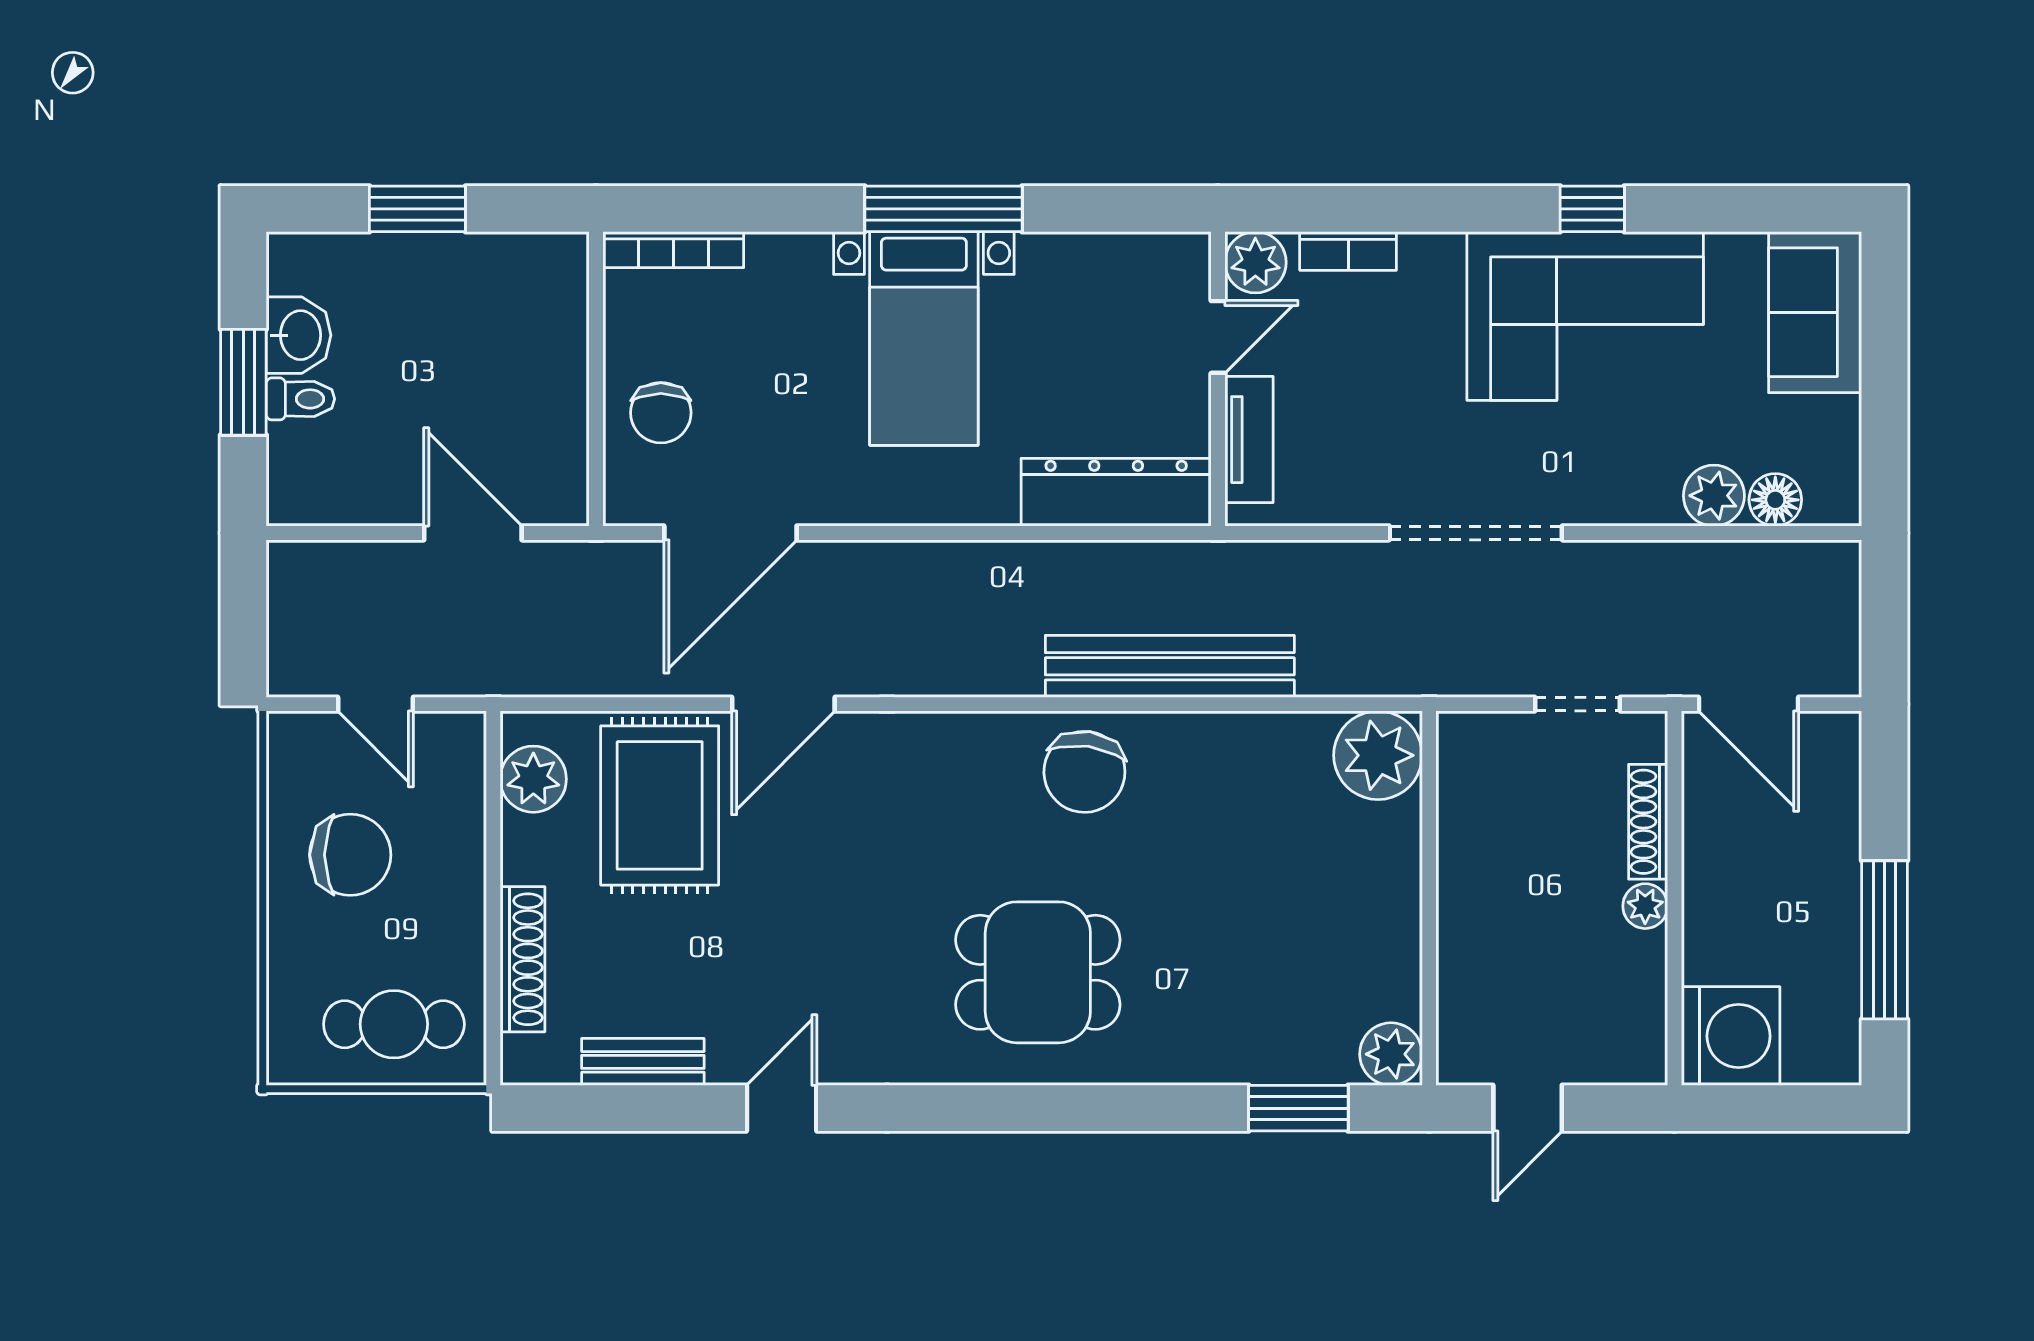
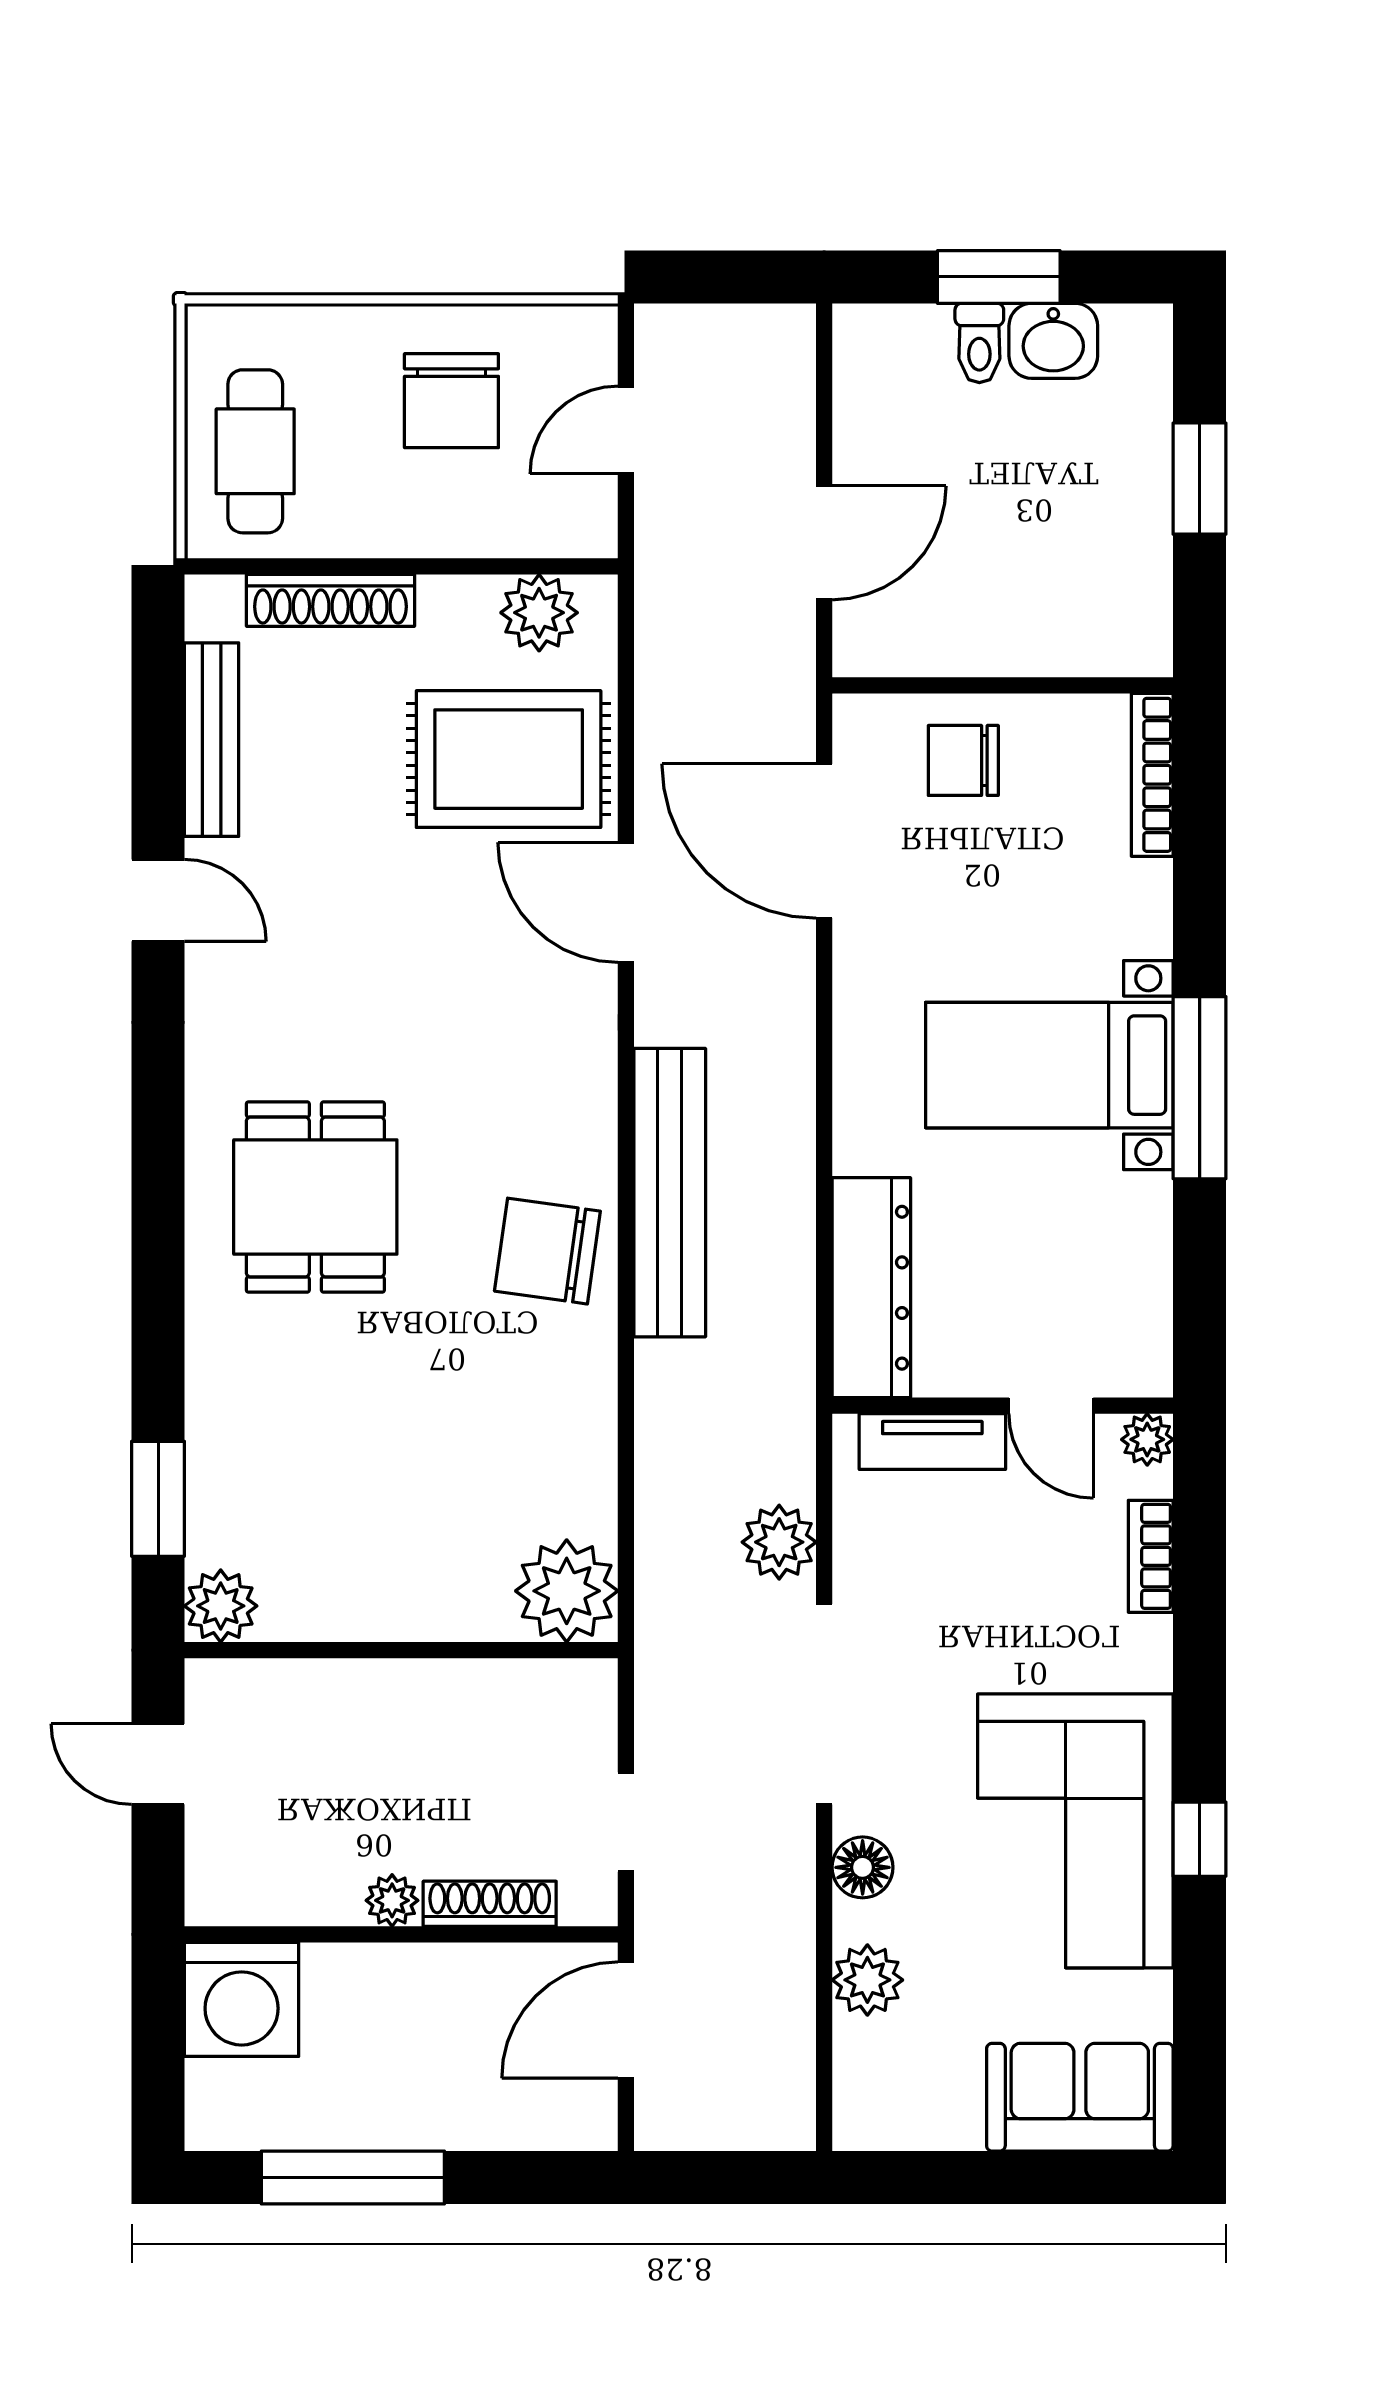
plant: (1255, 262) -> (1147, 1439), width x0.73, depth x0.73
floor lamp: (1775, 500) -> (863, 1867), moved
plant: (1336, 572) -> (779, 1542), added
bench: (1170, 666) -> (670, 1193), moved
bench: (643, 1062) -> (212, 740), width x1.36

